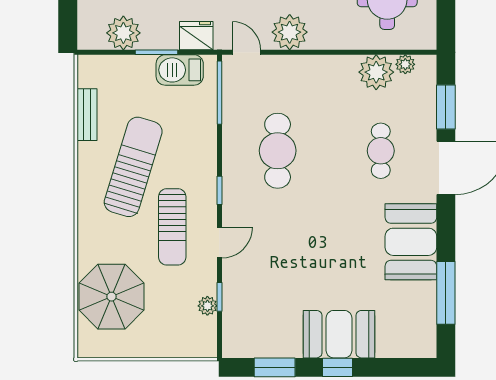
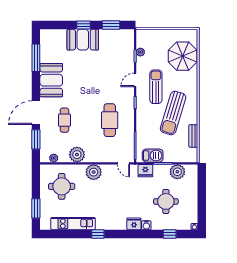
plant: (290, 32) -> (94, 172), moved
plant: (376, 72) -> (77, 155), moved

